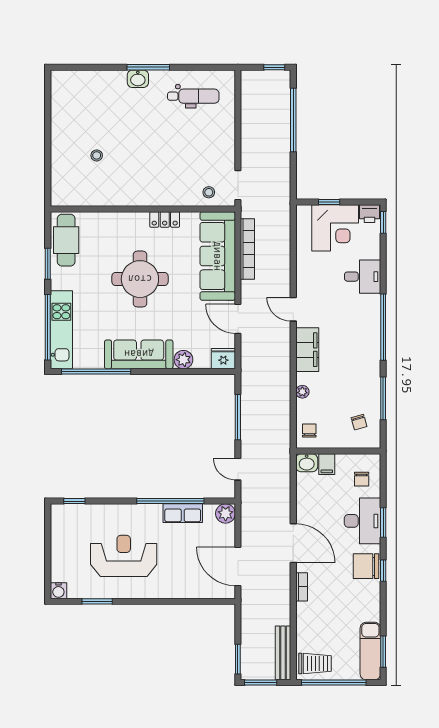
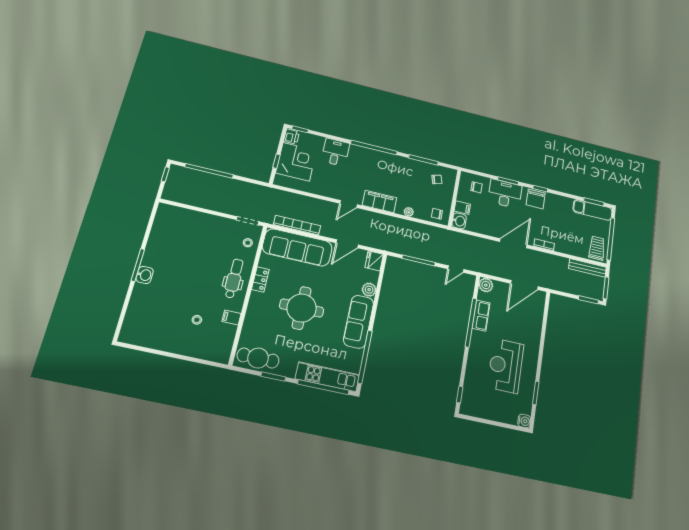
dental chair: (193, 96) -> (234, 279), moved
filing cabinet: (109, 196) -> (231, 318), added

